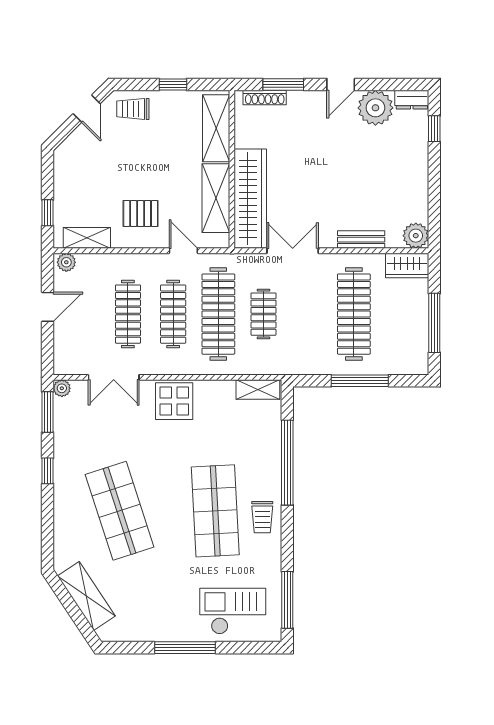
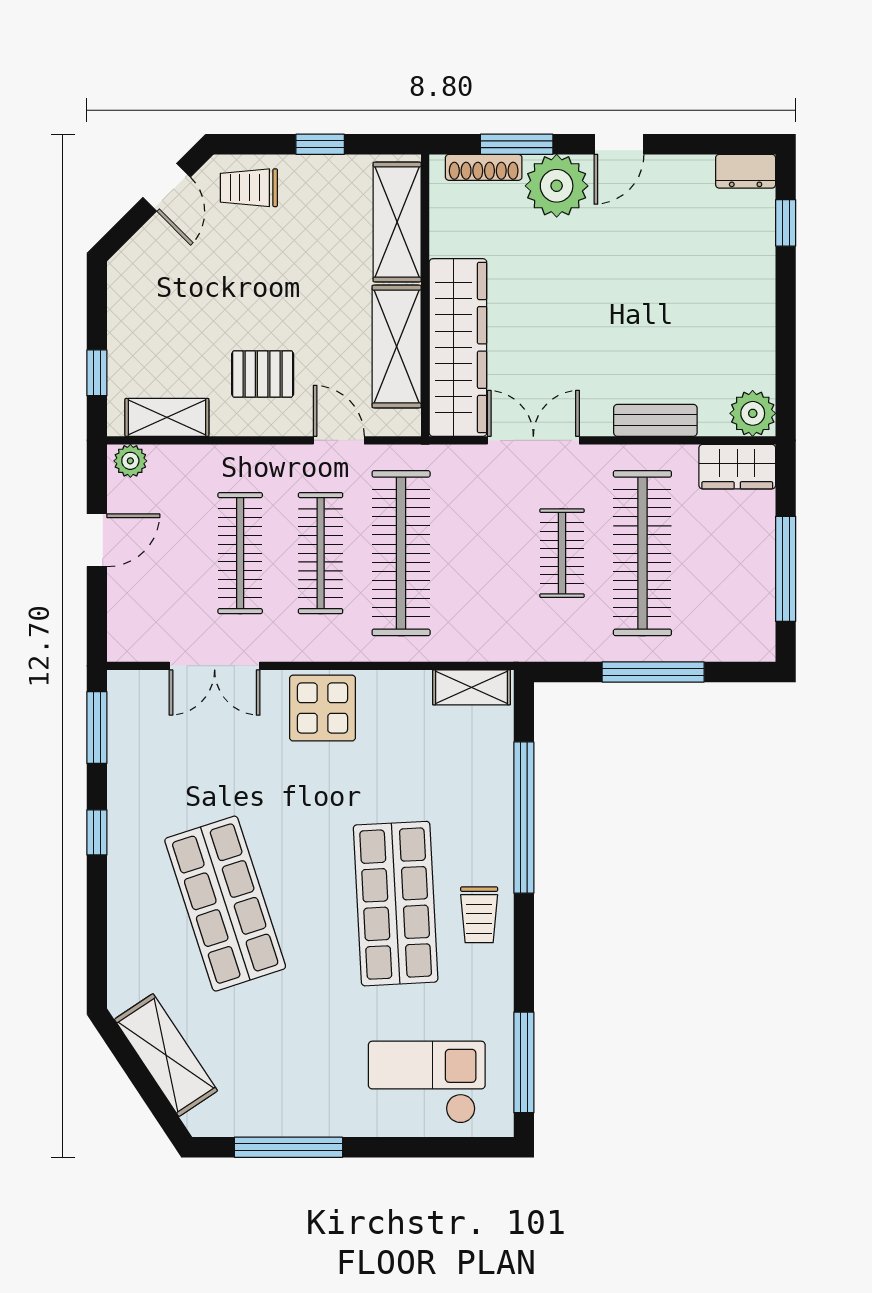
plant: (375, 108) -> (557, 186), moved
clothes rail: (264, 314) -> (562, 553), moved
plant: (62, 388) -> (122, 685), removed
window: (185, 648) -> (288, 1147), moved

